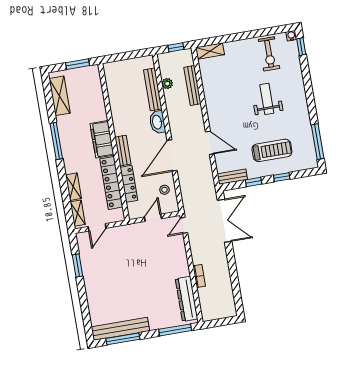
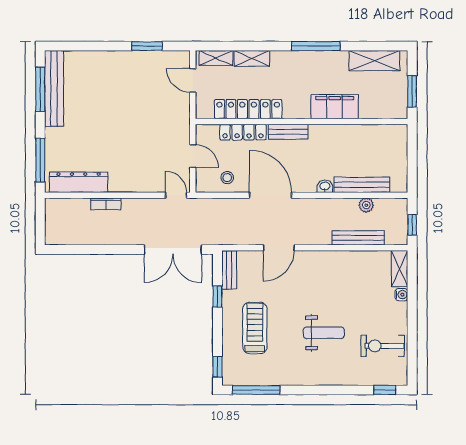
water cooler: (291, 36) -> (401, 295), moved
washbasin: (157, 122) -> (325, 186), width x0.52, depth x0.69
filing cabinet: (102, 139) -> (335, 107), moved
treadmill: (272, 150) -> (255, 328), turned 180
window: (282, 177) -> (217, 367), moved

